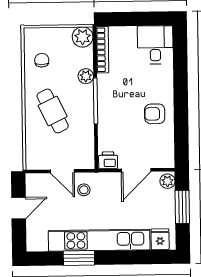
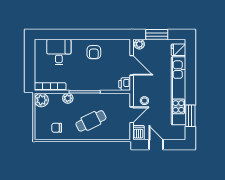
desk: (155, 45) -> (59, 52), moved, turned 90
dishwasher: (36, 182) -> (138, 133), added
window: (79, 258) -> (190, 116), moved

